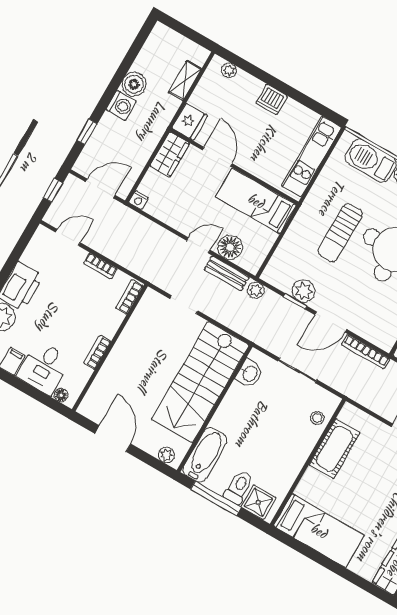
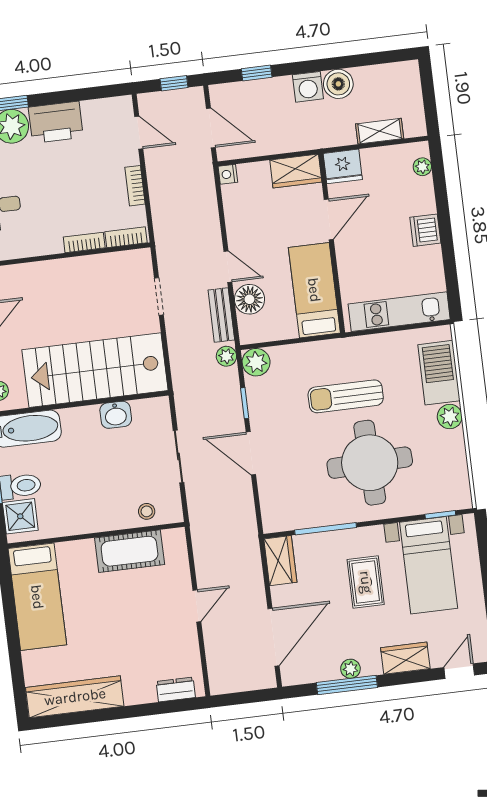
plant: (304, 291) -> (256, 362), moved
bookcase: (97, 352) -> (84, 242), moved
bookcase: (366, 352) -> (248, 510), removed
washbasin: (249, 373) -> (116, 415), moved

